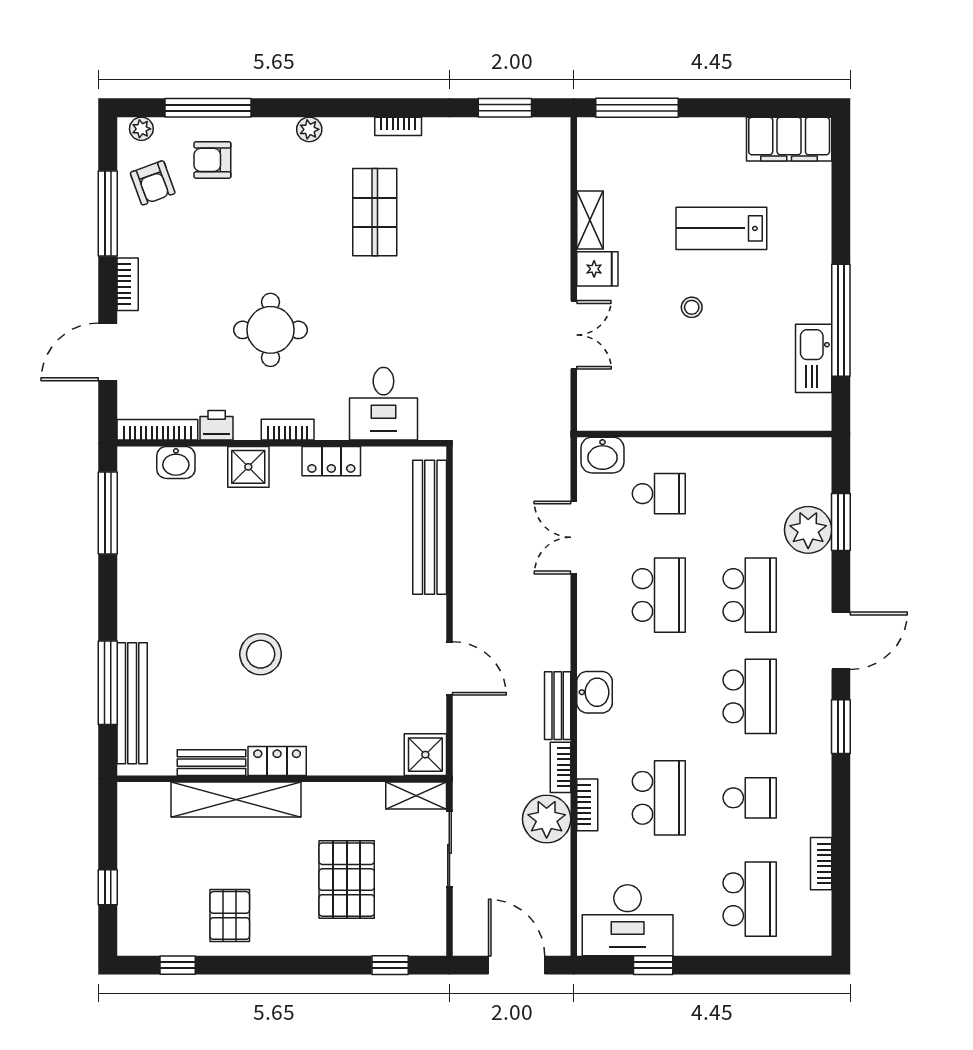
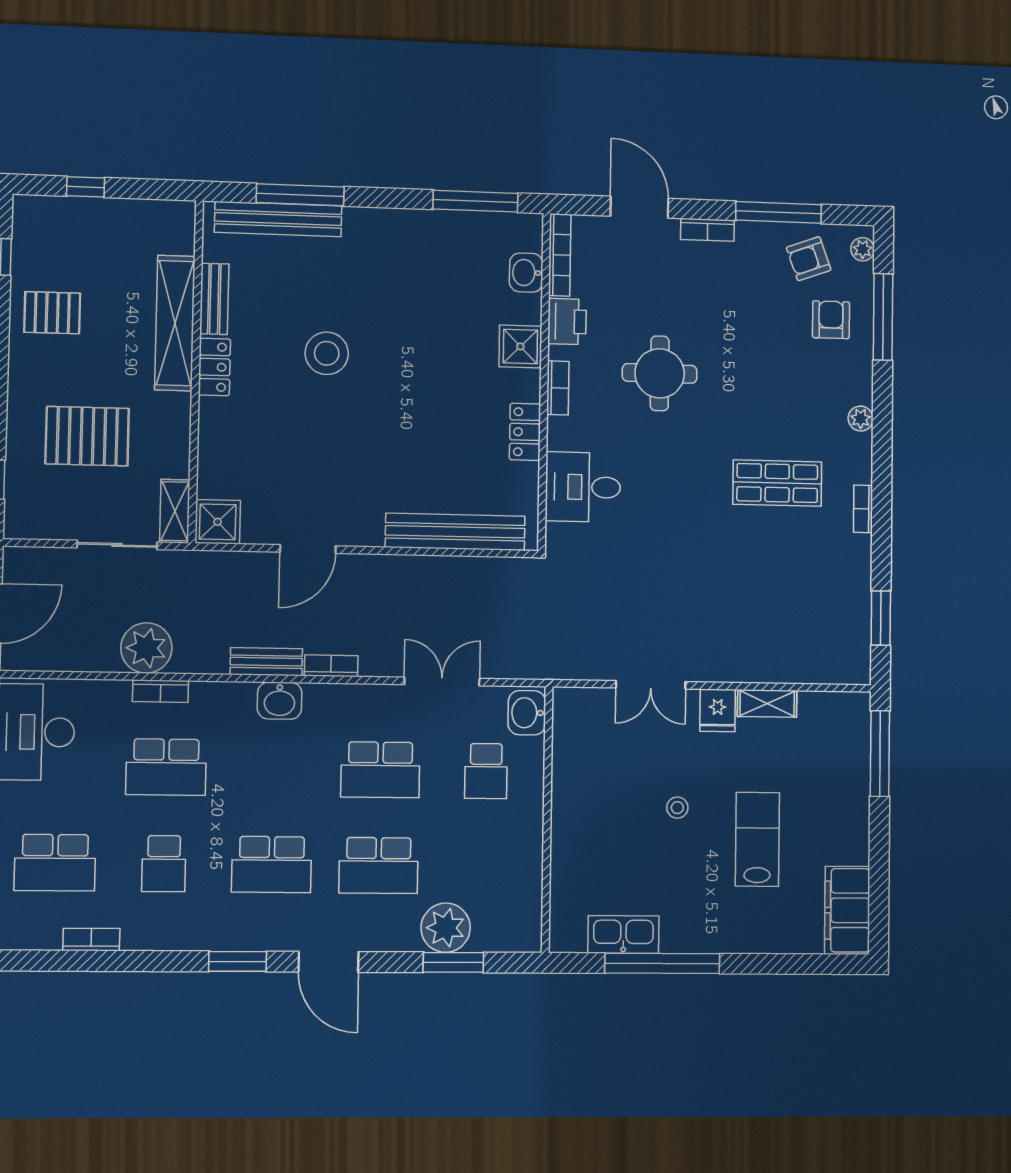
printer: (217, 425) -> (567, 322), width x1.36, depth x1.24
bookcase: (561, 767) -> (331, 666), moved

